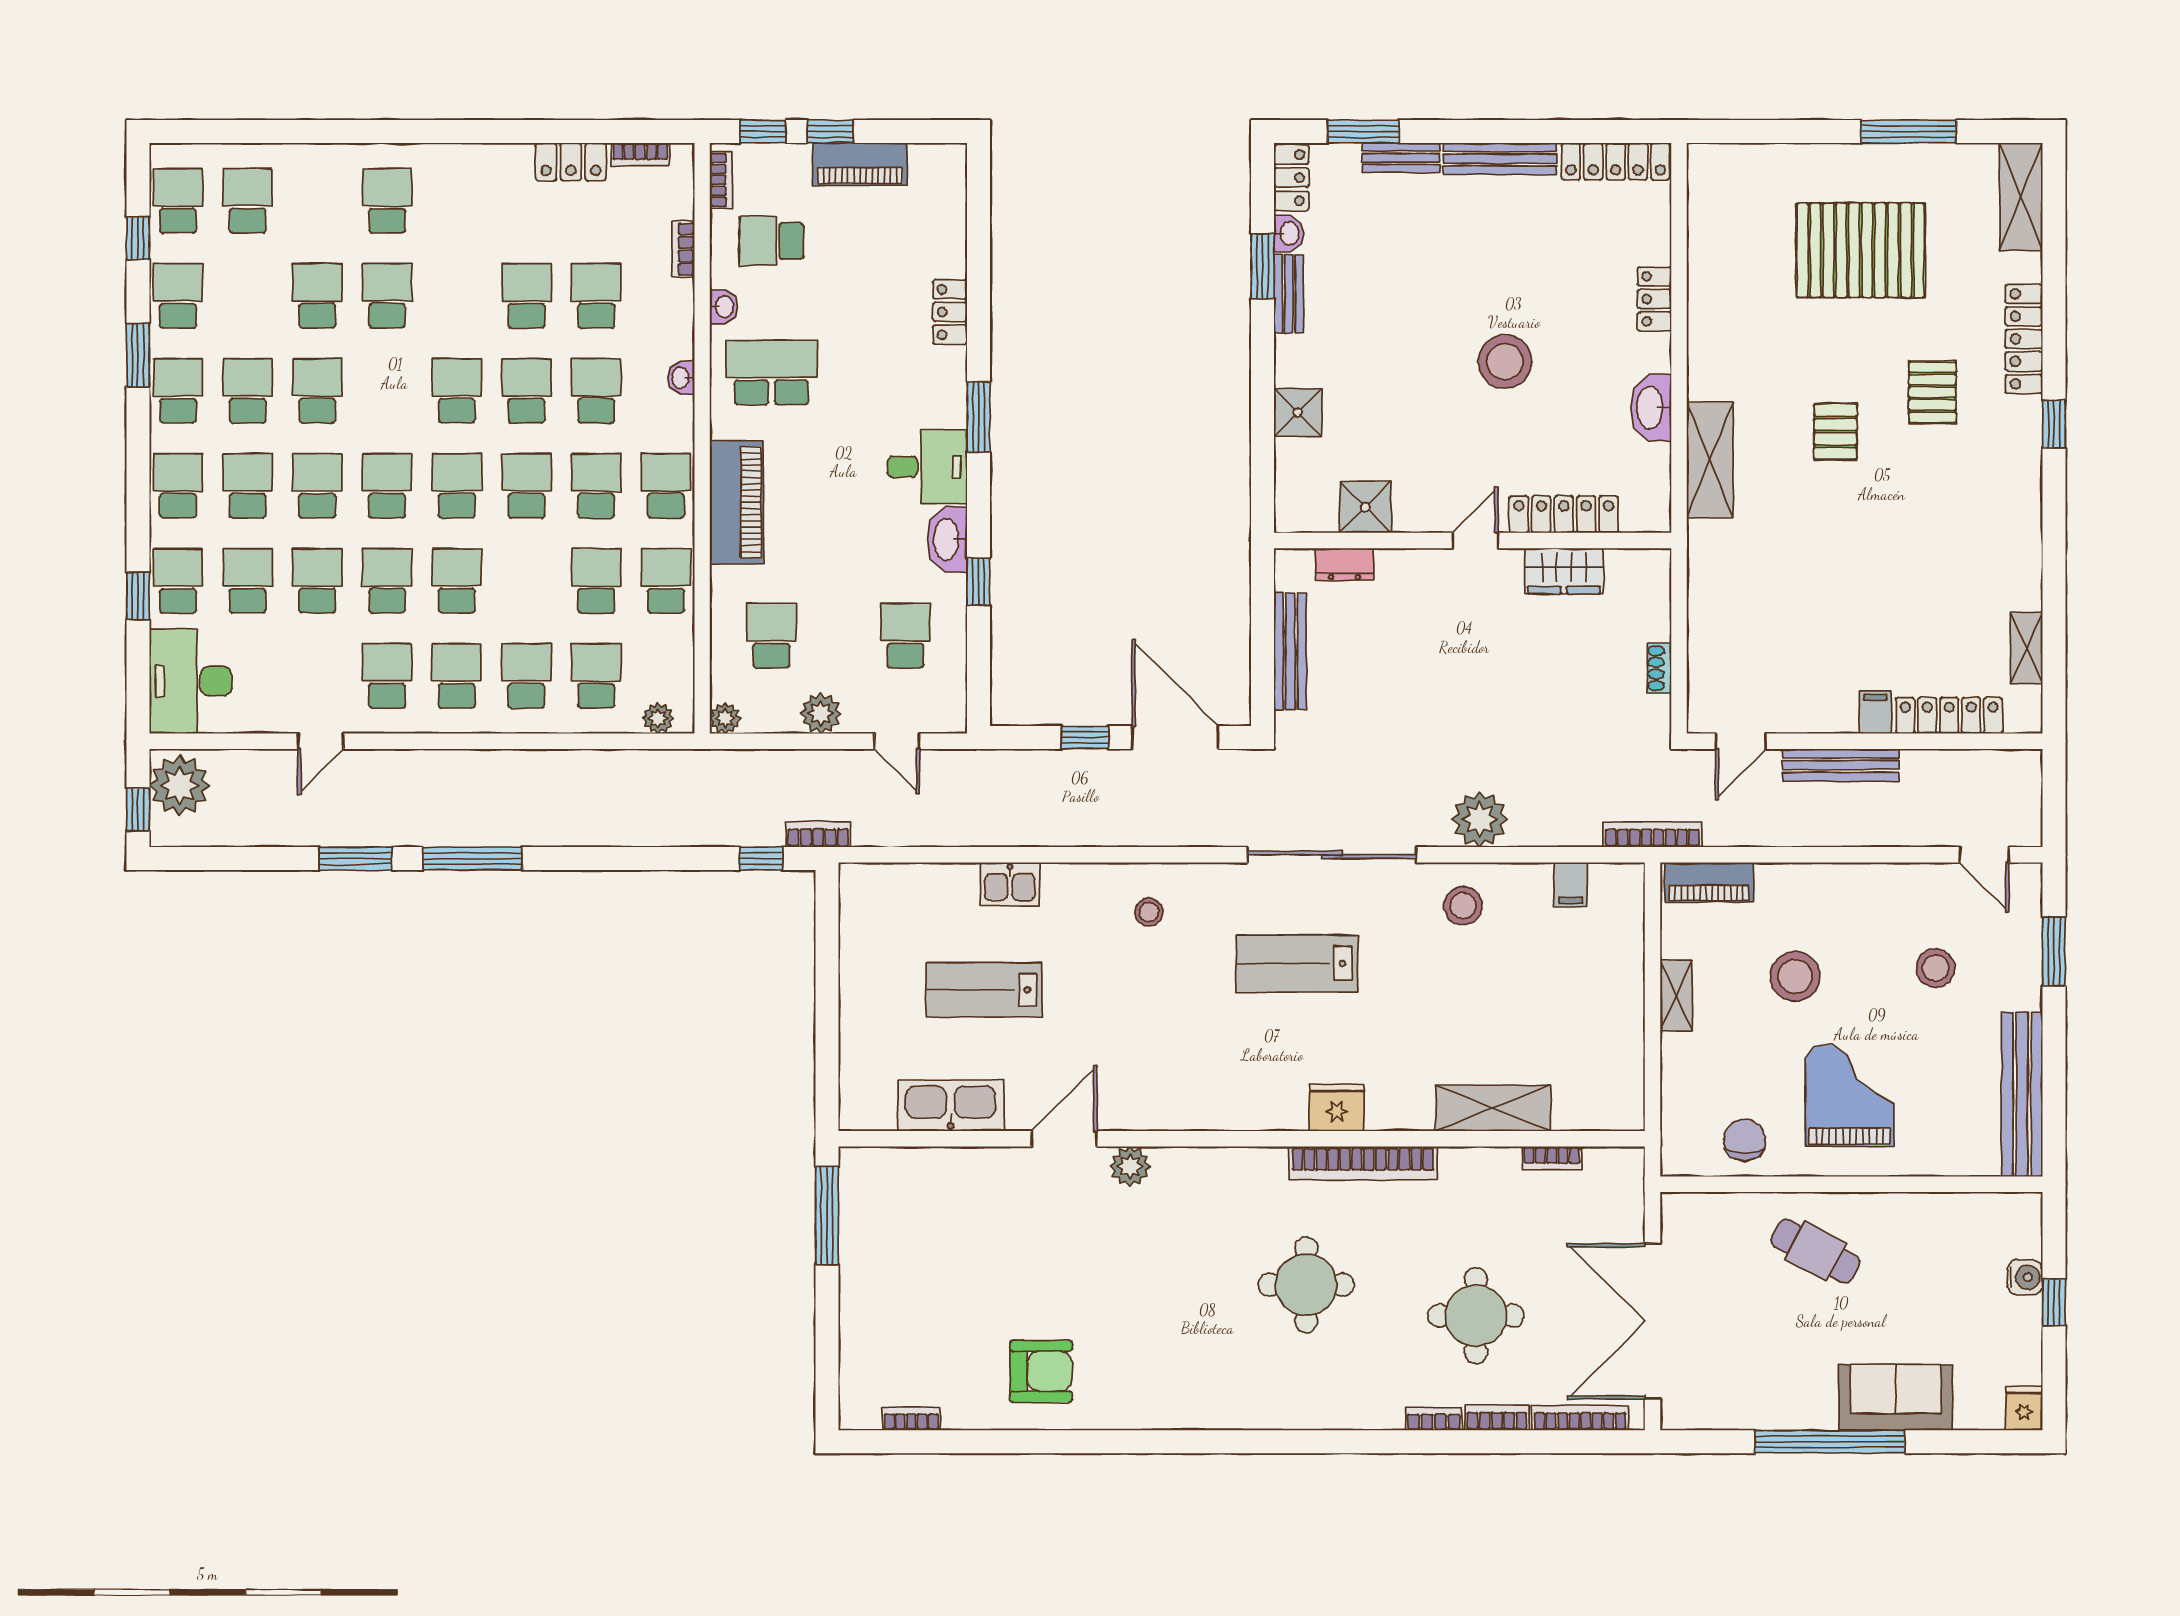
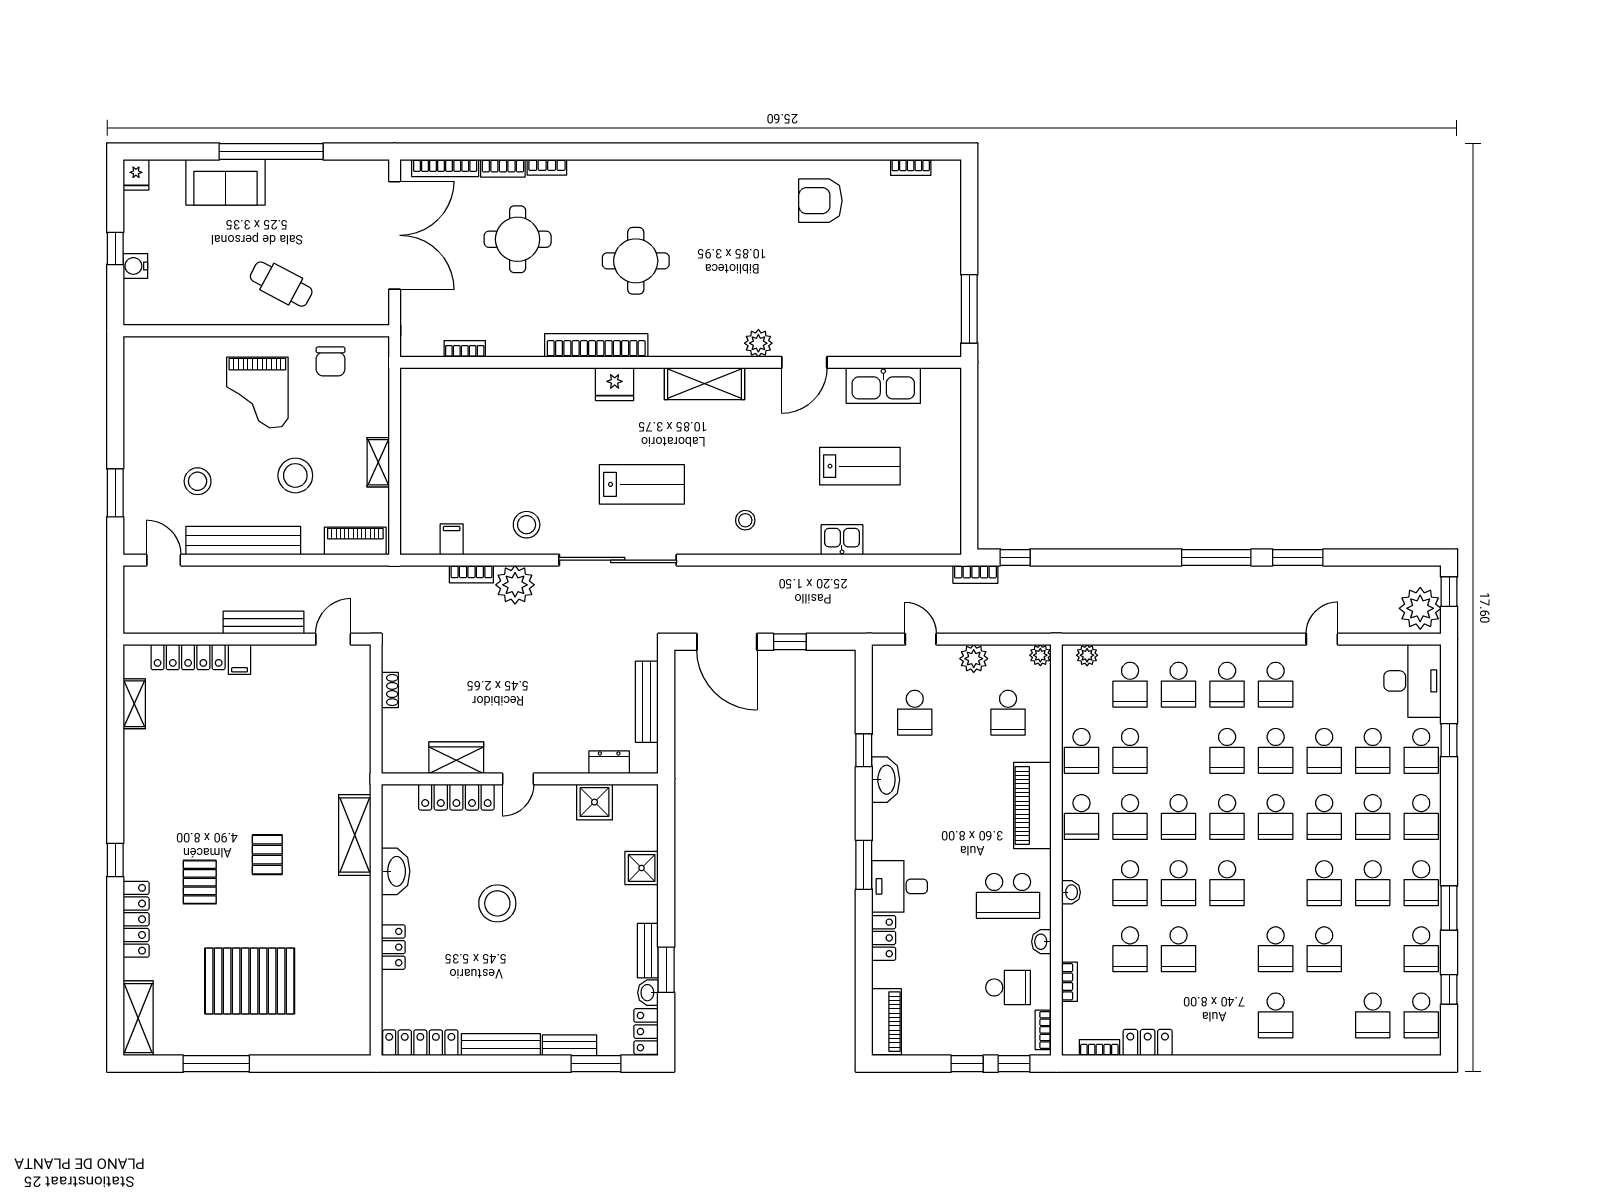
piano: (860, 164) -> (887, 1022), moved, turned 90
desk: (927, 467) -> (900, 886), moved
bookcase: (1652, 835) -> (471, 574), moved, width x0.64
bench: (2022, 1094) -> (243, 541), moved, turned 90
shelving: (1493, 1108) -> (704, 384), moved

